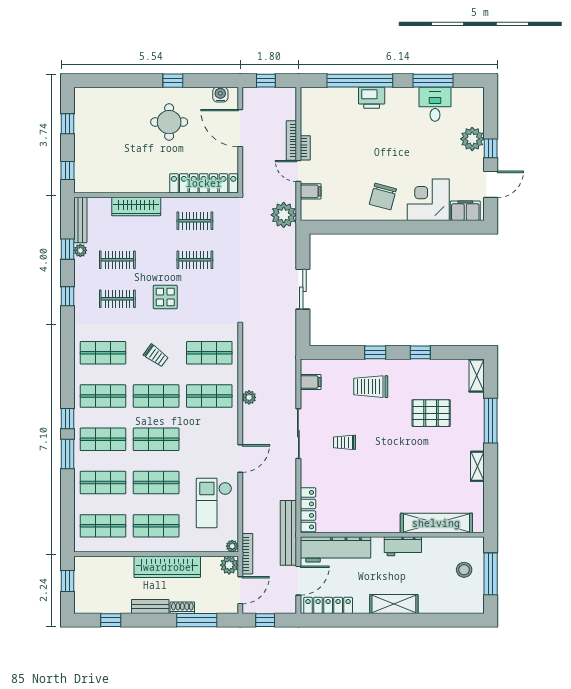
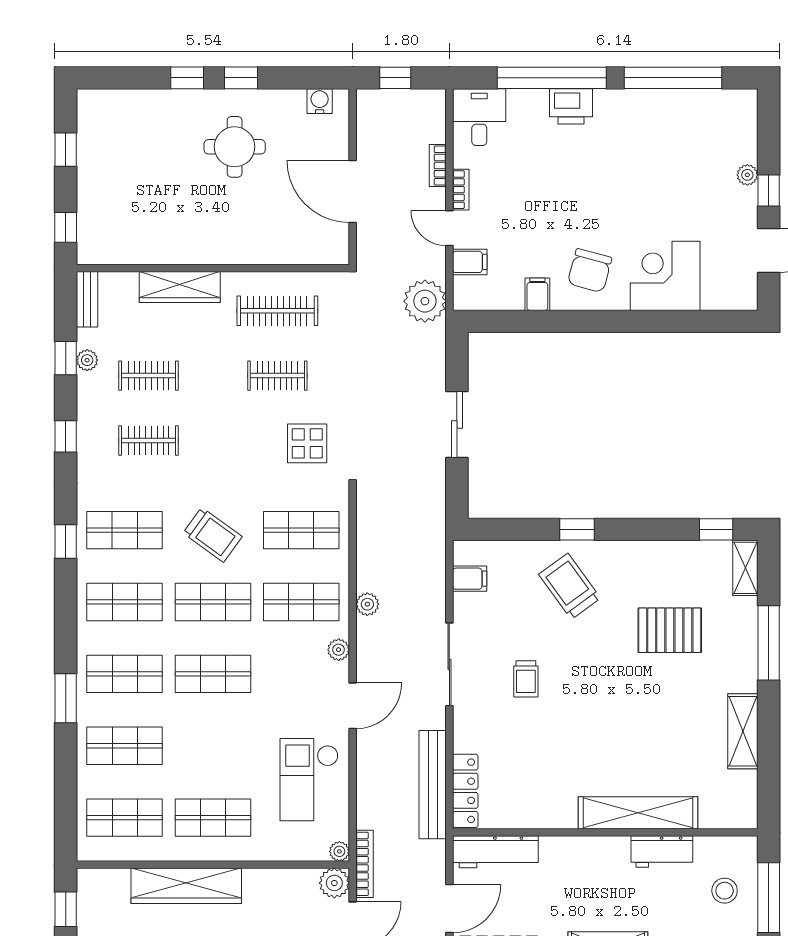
window: (141, 81) -> (187, 78), added
window: (433, 81) -> (673, 78), width x1.46
desk: (435, 104) -> (479, 117), moved
door: (240, 128) -> (353, 192), moved
plant: (472, 139) -> (747, 175), width x0.53, depth x0.53
bookcase: (291, 141) -> (438, 166), width x0.64
locker: (204, 183) -> (292, 249), removed
filing cabinet: (465, 211) -> (537, 294), moved, width x0.50
bench: (80, 220) -> (87, 299), width x0.73
clothes rail: (195, 221) -> (277, 311), width x1.36
display table: (165, 297) -> (307, 443), moved
window: (420, 352) -> (716, 529), moved
trolley: (156, 356) -> (213, 535), width x1.36, depth x1.39
trolley: (371, 387) -> (570, 586), turned 54
window: (67, 419) -> (66, 542), moved
plant: (232, 425) -> (339, 650), added
trolley: (344, 442) -> (526, 679), turned -90
shelving: (477, 466) -> (743, 731), width x1.50, depth x1.33
shop shelf: (156, 483) -> (213, 746), removed
shelving: (436, 523) -> (638, 813), moved
bench: (288, 533) -> (433, 785), moved
workbench: (403, 546) -> (662, 852), moved
workbench: (335, 549) -> (495, 852), width x0.73, depth x0.76
wardrobe: (167, 567) -> (186, 886), moved

